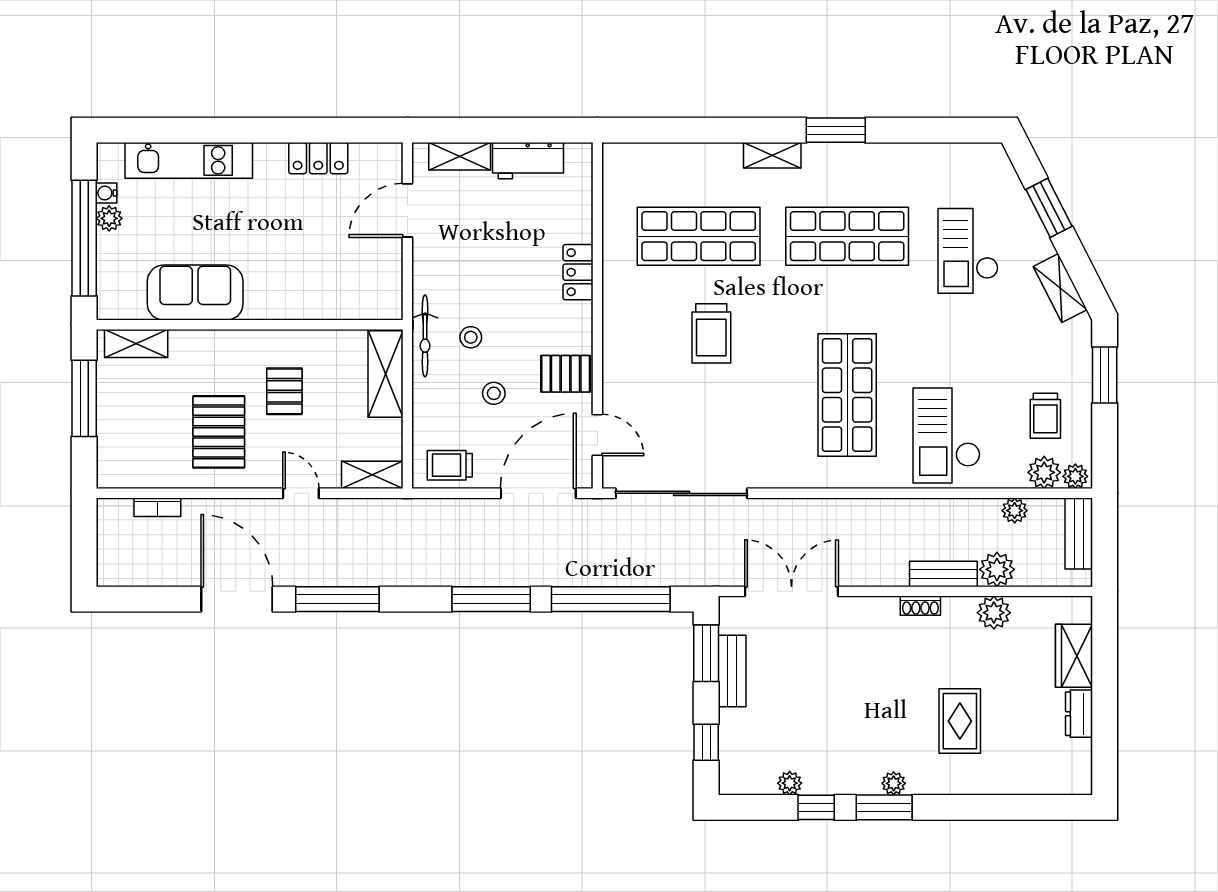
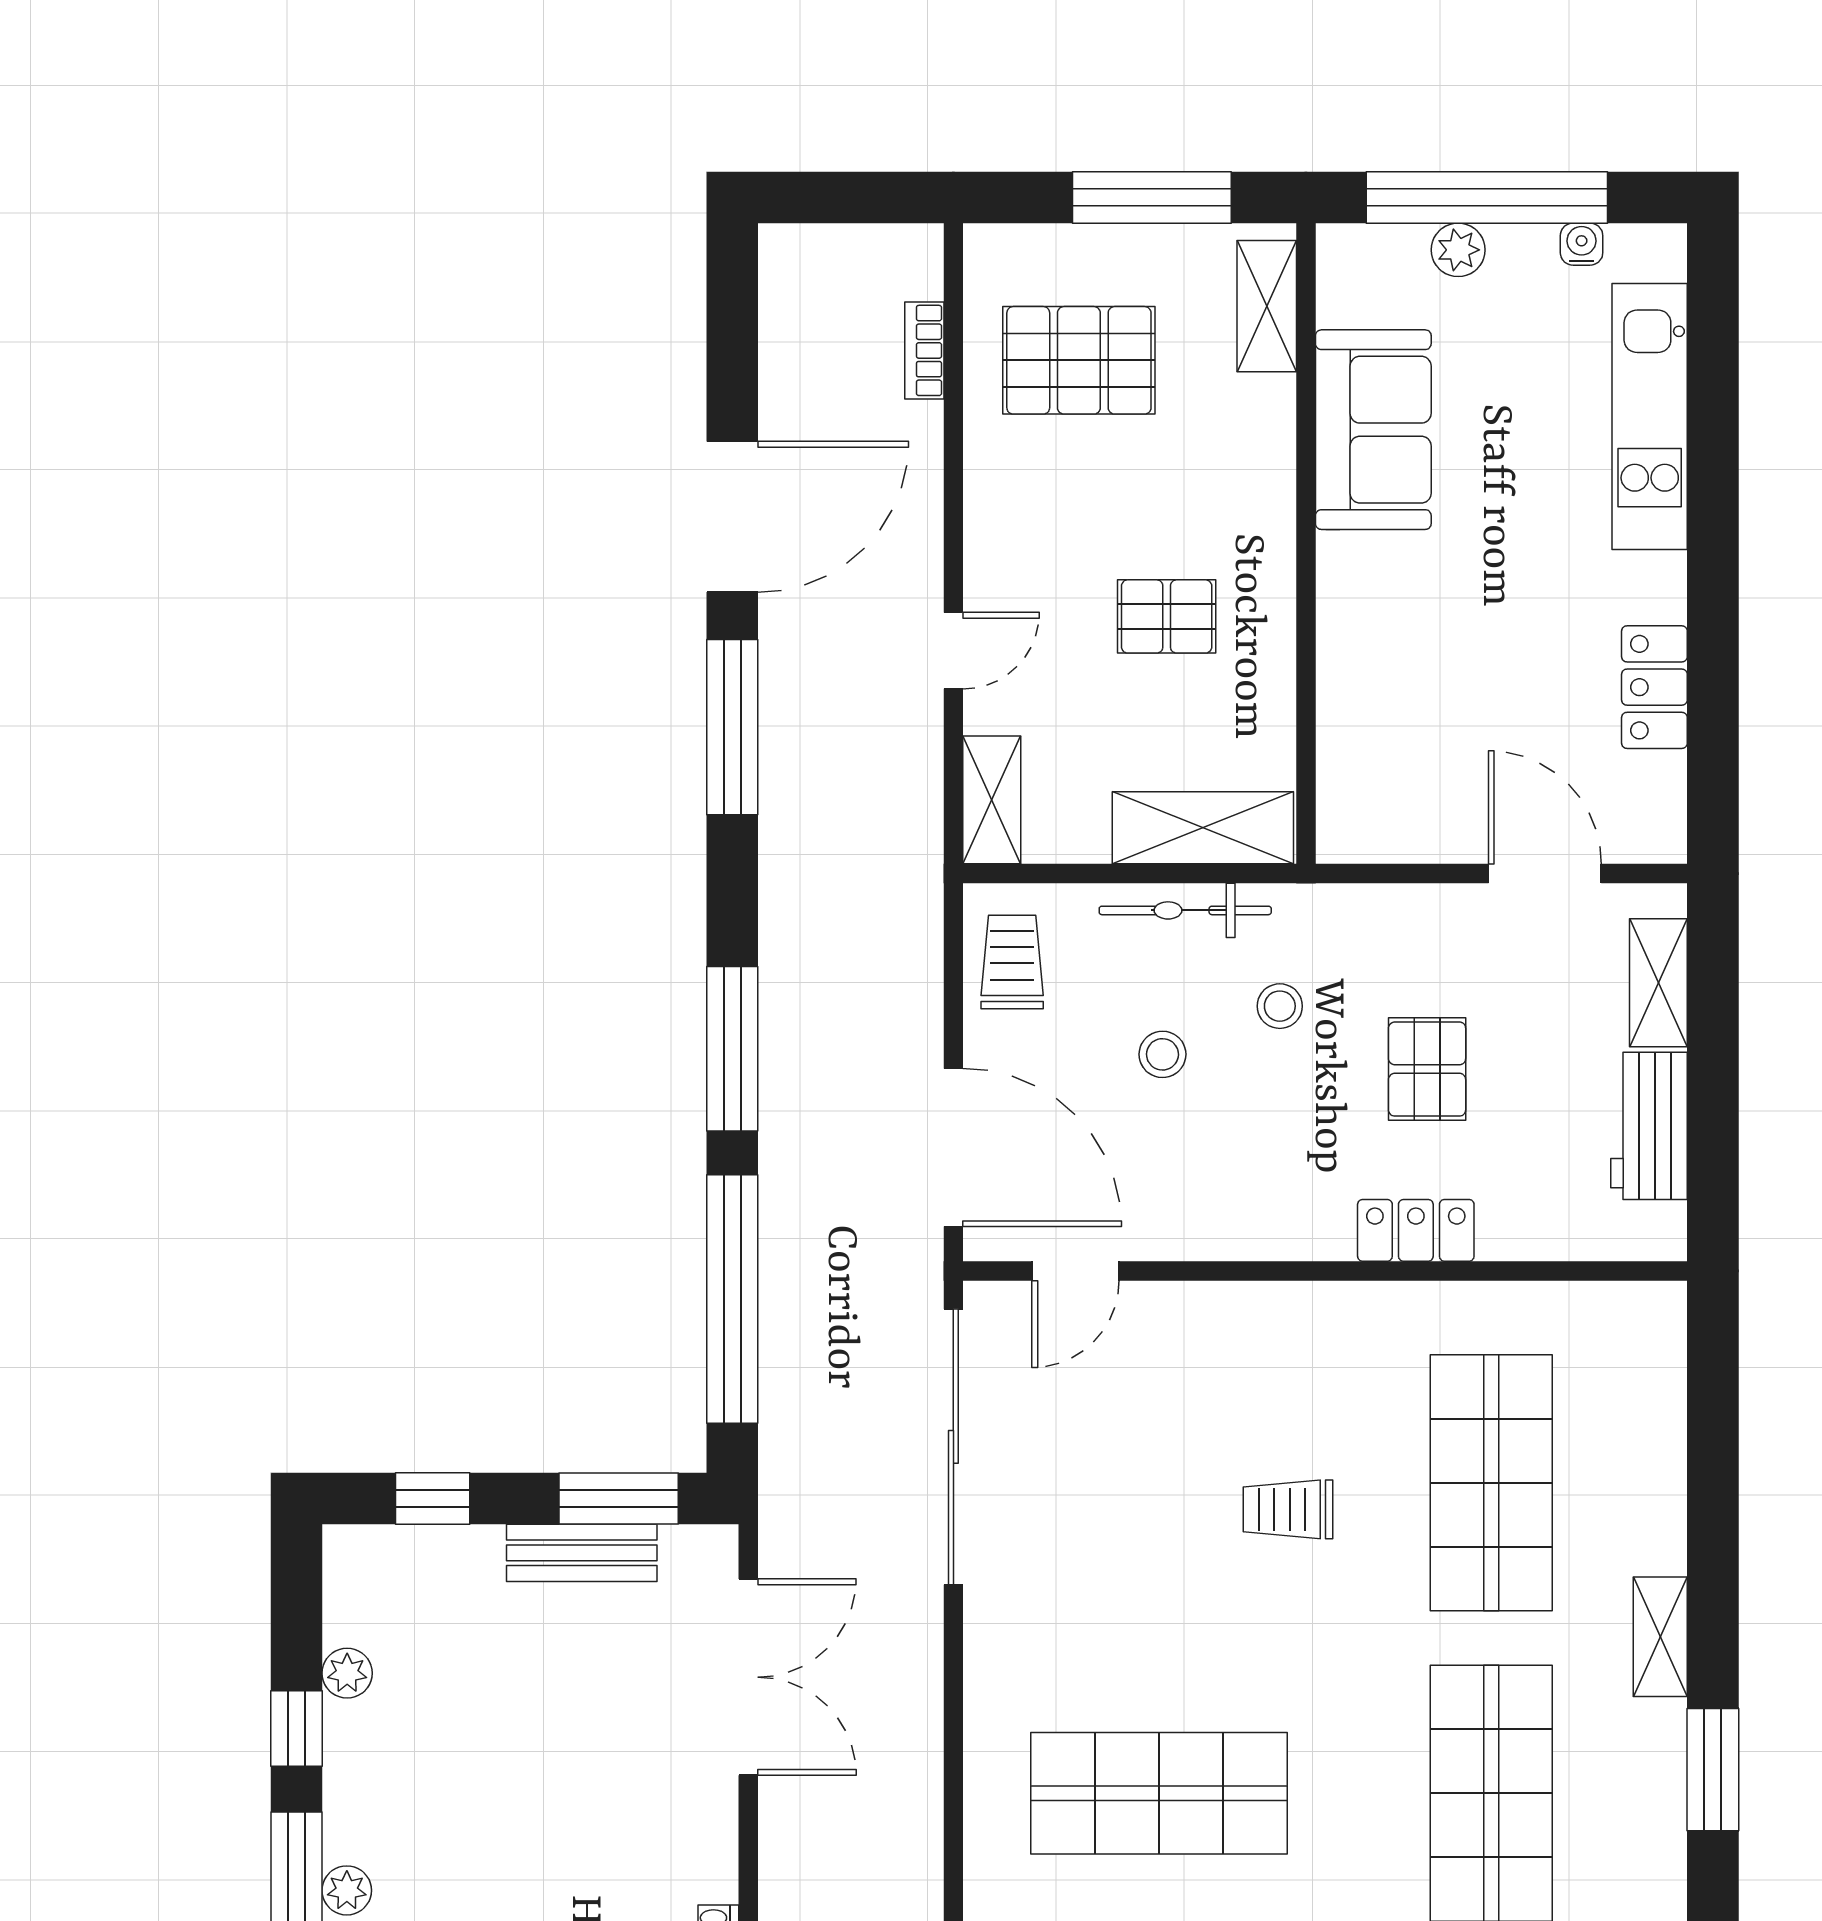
plant: (109, 218) -> (1458, 250), moved
trolley: (711, 333) -> (1288, 1509), width x0.73, depth x0.72
bicycle: (425, 336) -> (1185, 910), moved
pallet: (566, 374) -> (1427, 1069), moved
pallet: (219, 432) -> (1079, 360), moved

